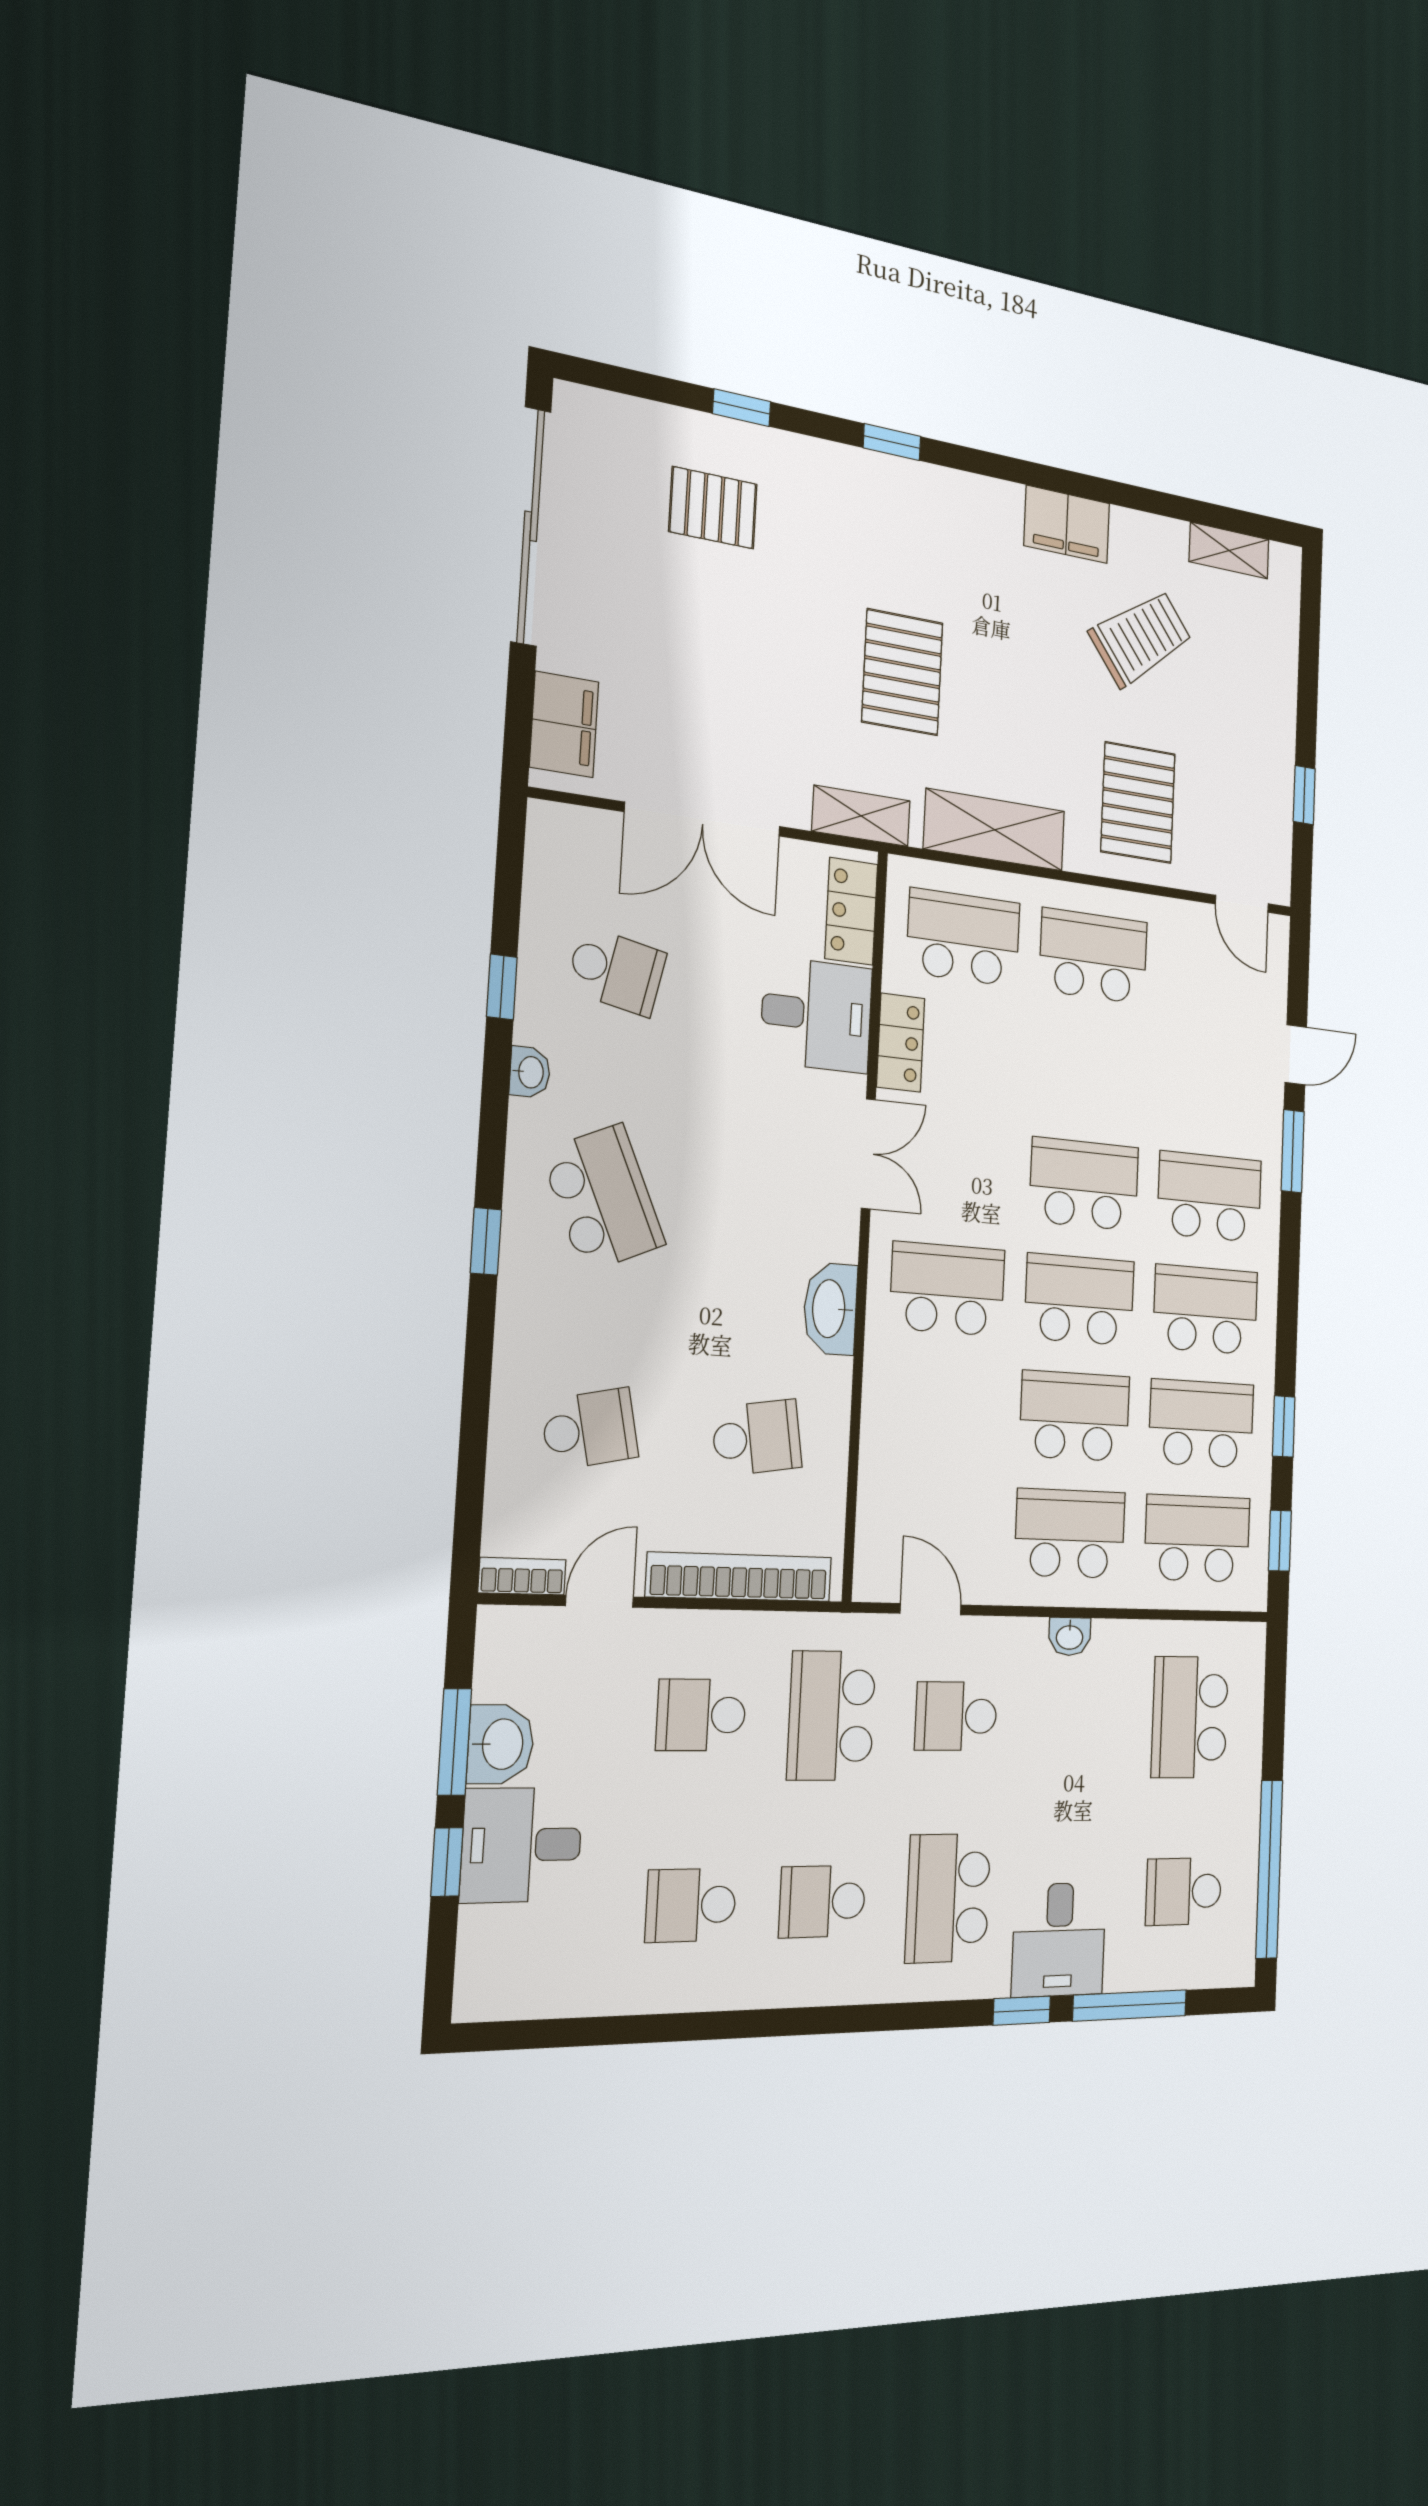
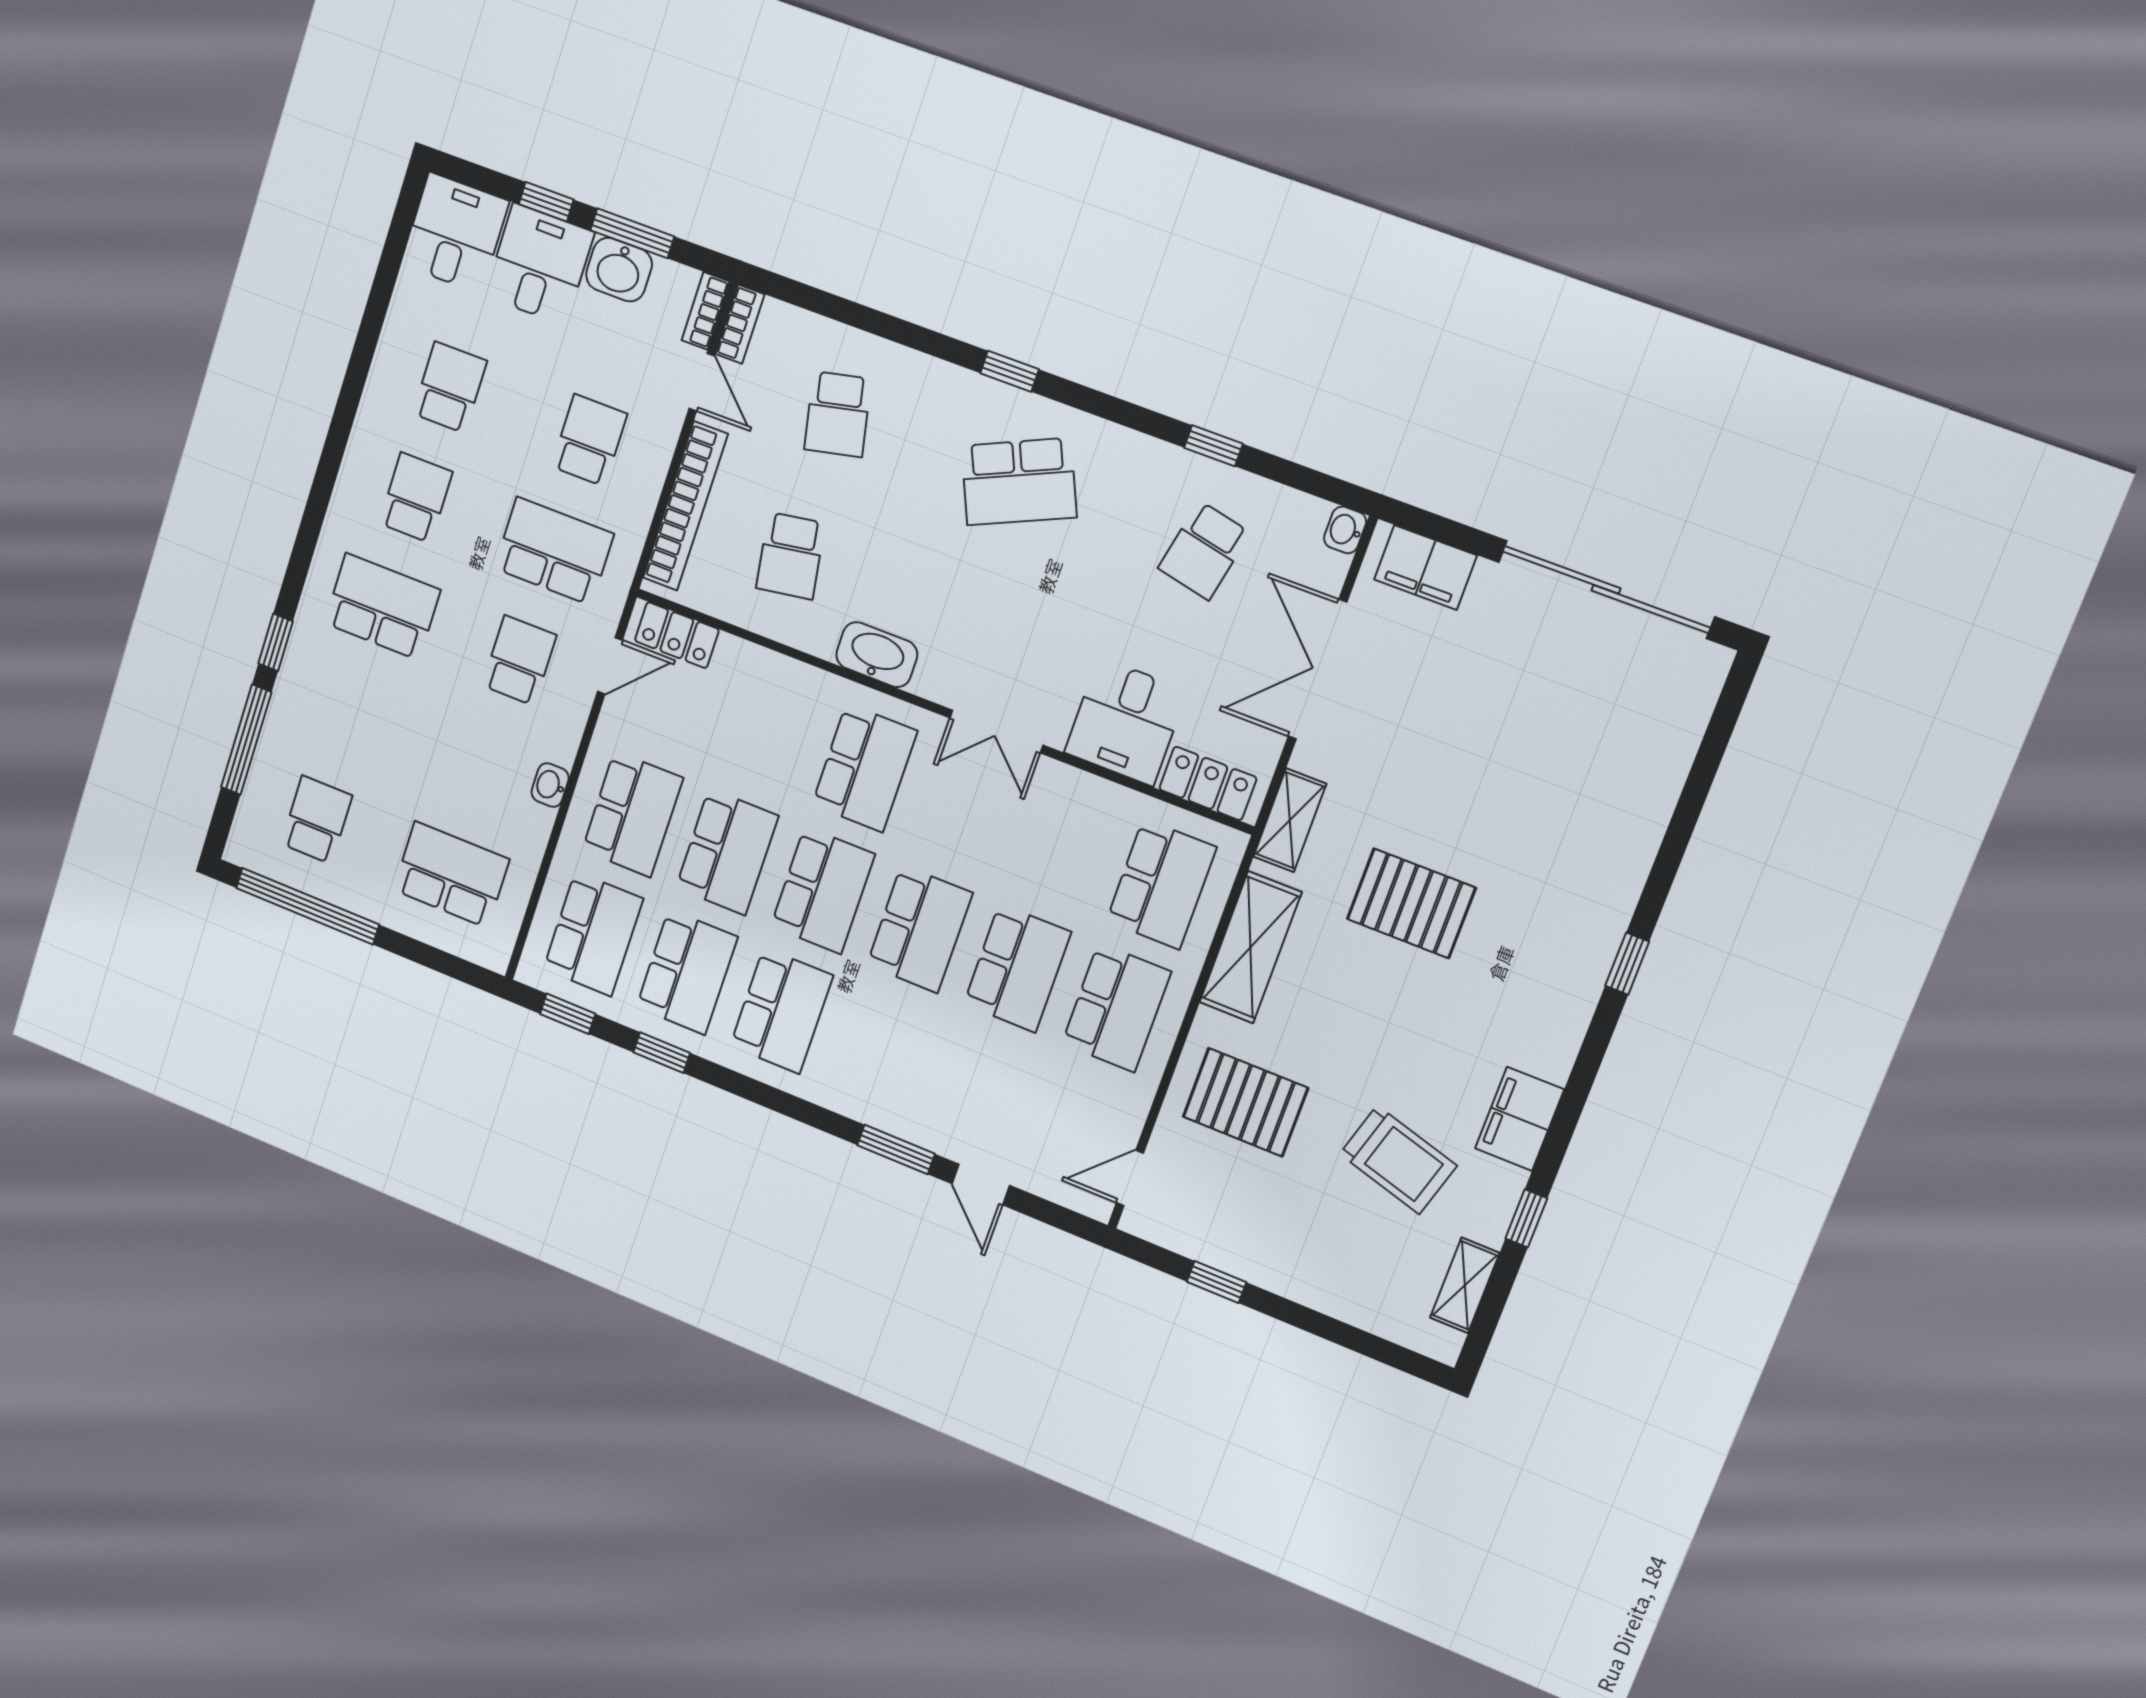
window: (742, 408) -> (1526, 1218), moved
pallet: (713, 508) -> (1594, 766), removed
trolley: (1141, 638) -> (1398, 1160), turned -37
locker: (901, 1043) -> (677, 635), moved
washbasin: (530, 1072) -> (1345, 530), moved, turned 90
school desk: (1210, 1197) -> (1017, 968), moved
bookcase: (519, 1623) -> (706, 311), added
desk: (1059, 1940) -> (455, 233), moved, turned 90

